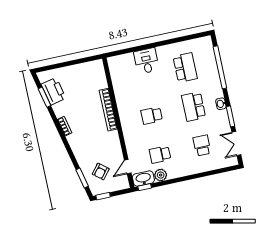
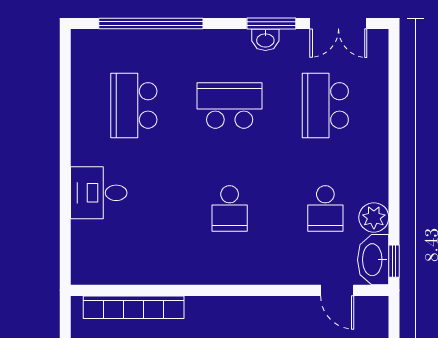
school desk: (185, 68) -> (134, 105), turned -90
washbasin: (221, 104) -> (265, 40), moved
school desk: (194, 107) -> (230, 105), turned 180
bookcase: (108, 110) -> (134, 307), moved
school desk: (202, 145) -> (325, 105), width x1.85

